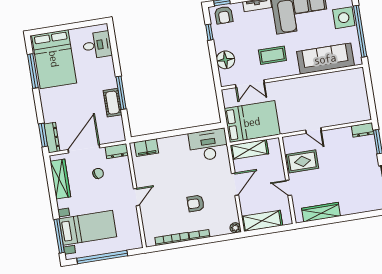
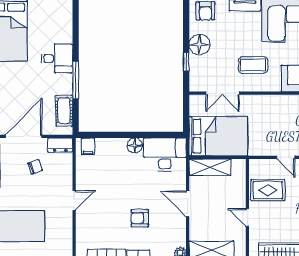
window: (209, 32) -> (186, 62), moved
desk: (97, 45) -> (57, 58), moved
floor lamp: (226, 60) -> (199, 45), moved
cot: (112, 103) -> (64, 111), moved
floor lamp: (181, 141) -> (135, 146), added
filing cabinet: (146, 148) -> (88, 146), width x0.50
door: (235, 184) -> (188, 204), swing flipped

